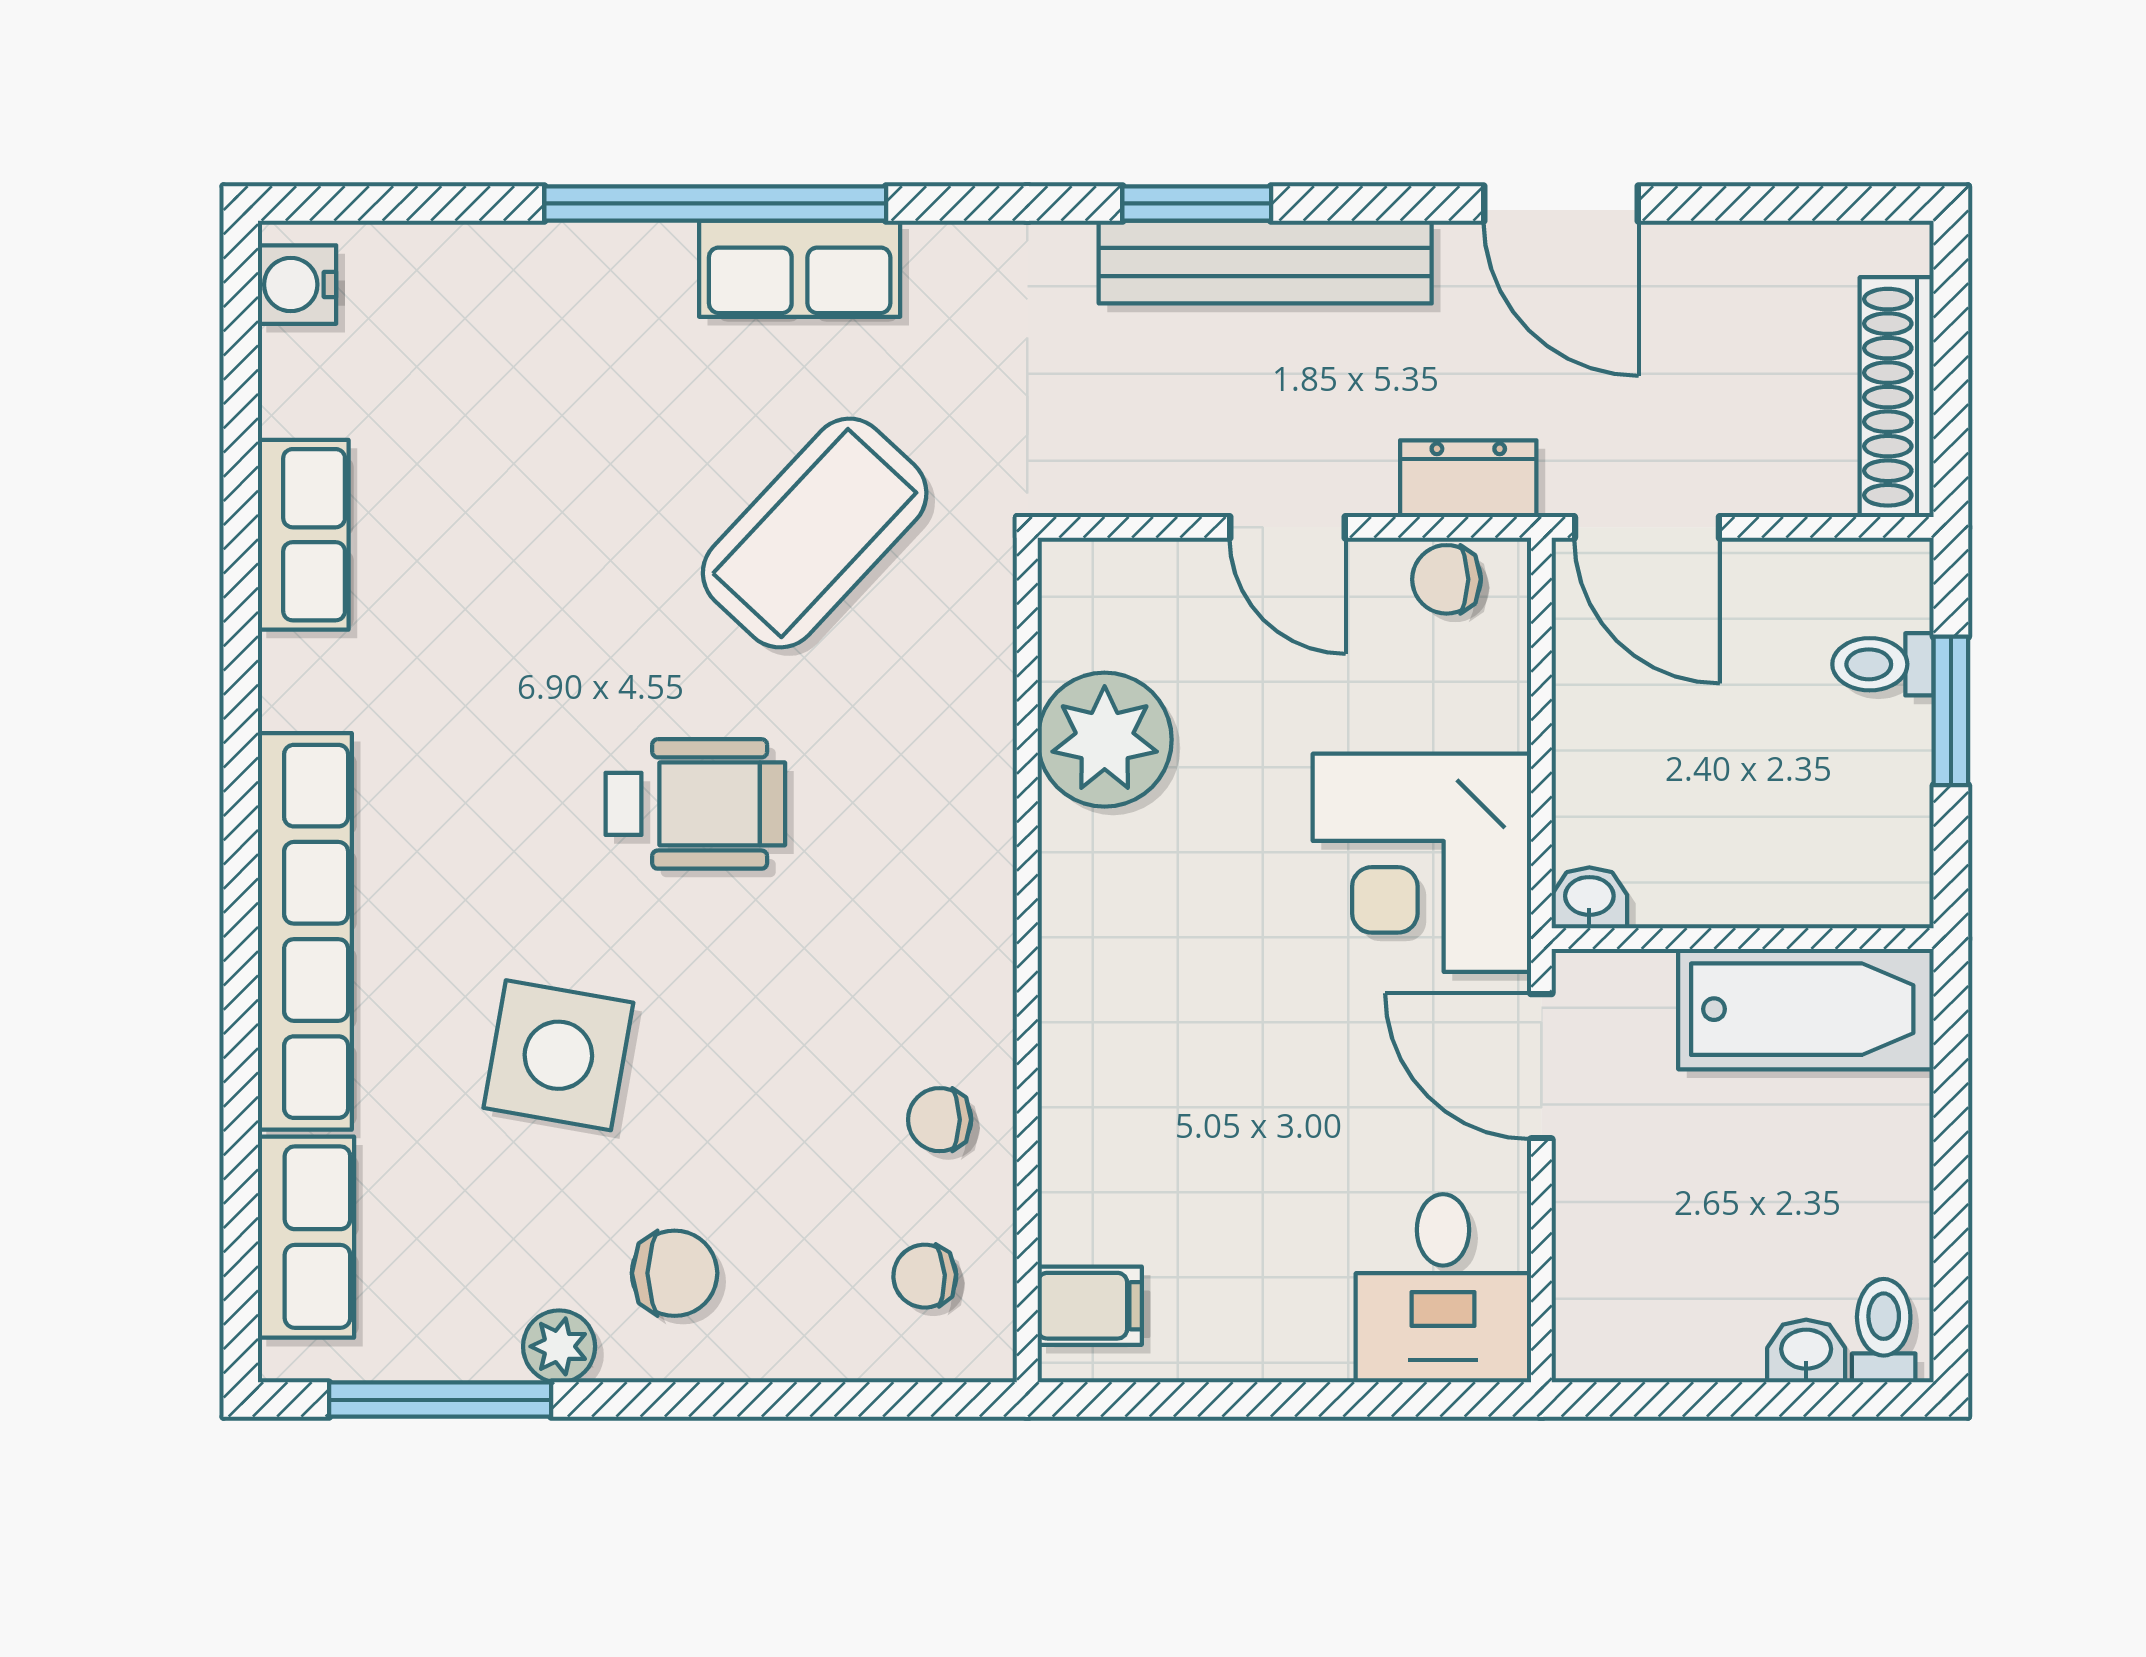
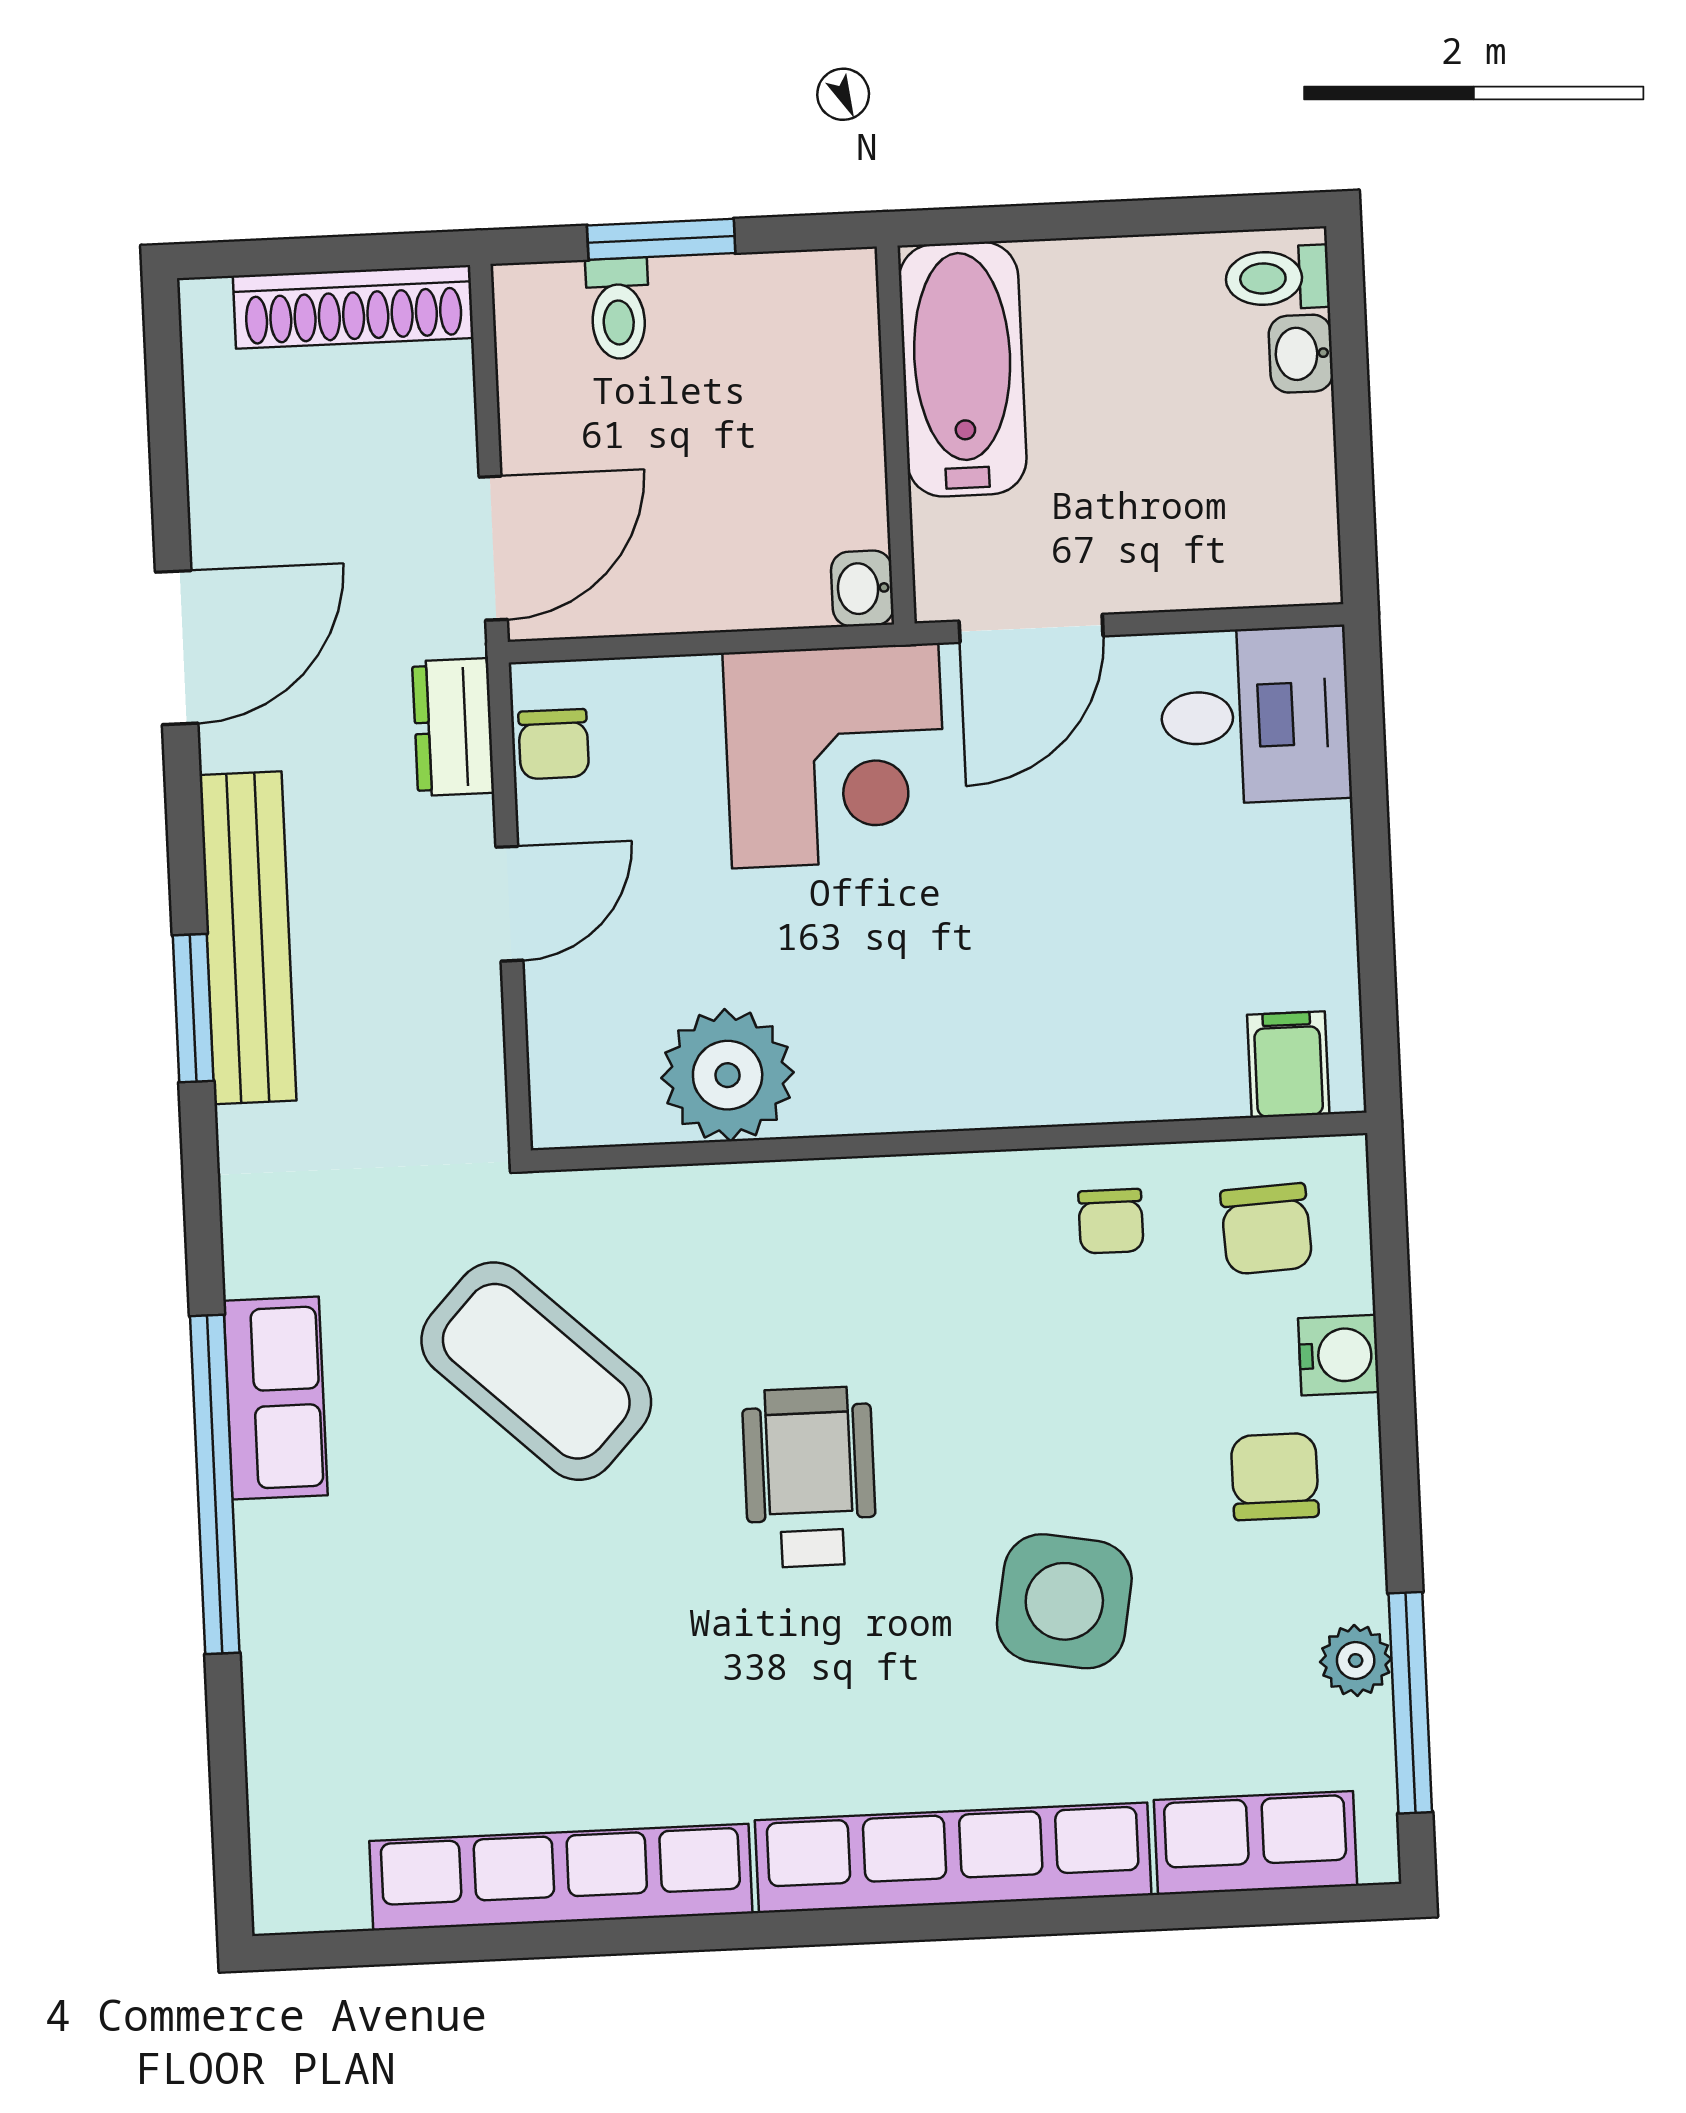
water cooler: (297, 285) -> (1339, 1355), moved, turned -90
row of seats: (303, 535) -> (561, 1877), width x2.02
chair: (925, 1276) -> (1266, 1229), width x1.37, depth x1.37
plant: (559, 1346) -> (1356, 1660), moved

